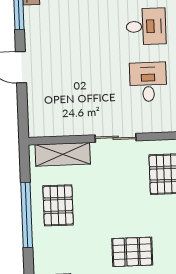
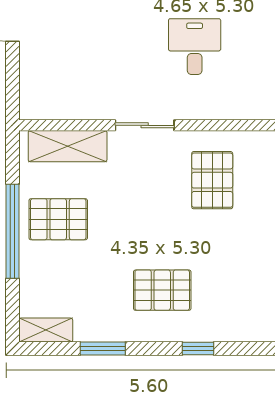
pallet: (58, 205) -> (58, 219), turned 90

